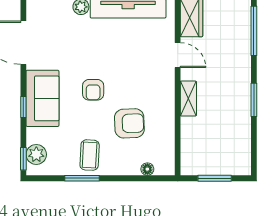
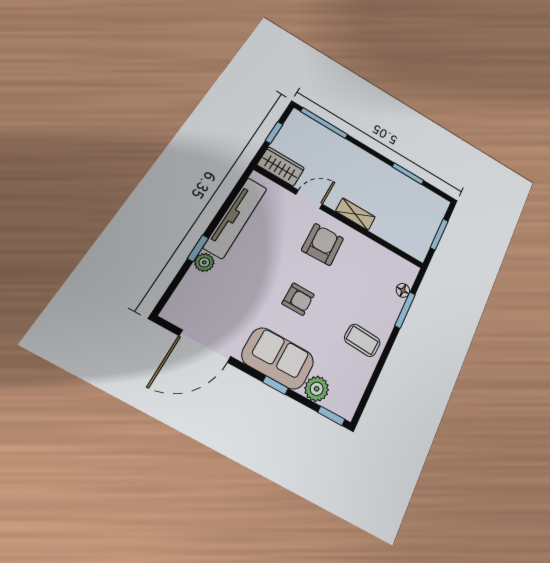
window: (254, 100) -> (408, 174), moved
armchair: (129, 123) -> (323, 244), moved
plant: (36, 154) -> (317, 389), moved
window: (82, 178) -> (405, 310), moved

